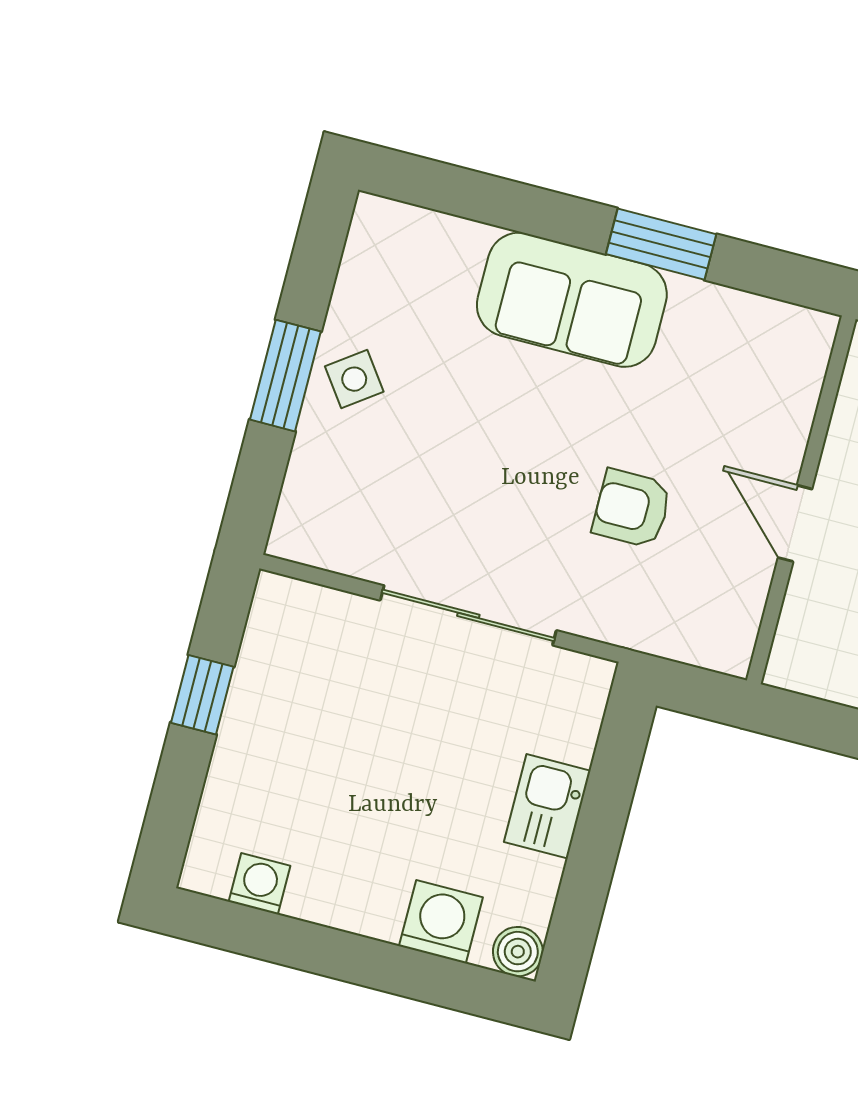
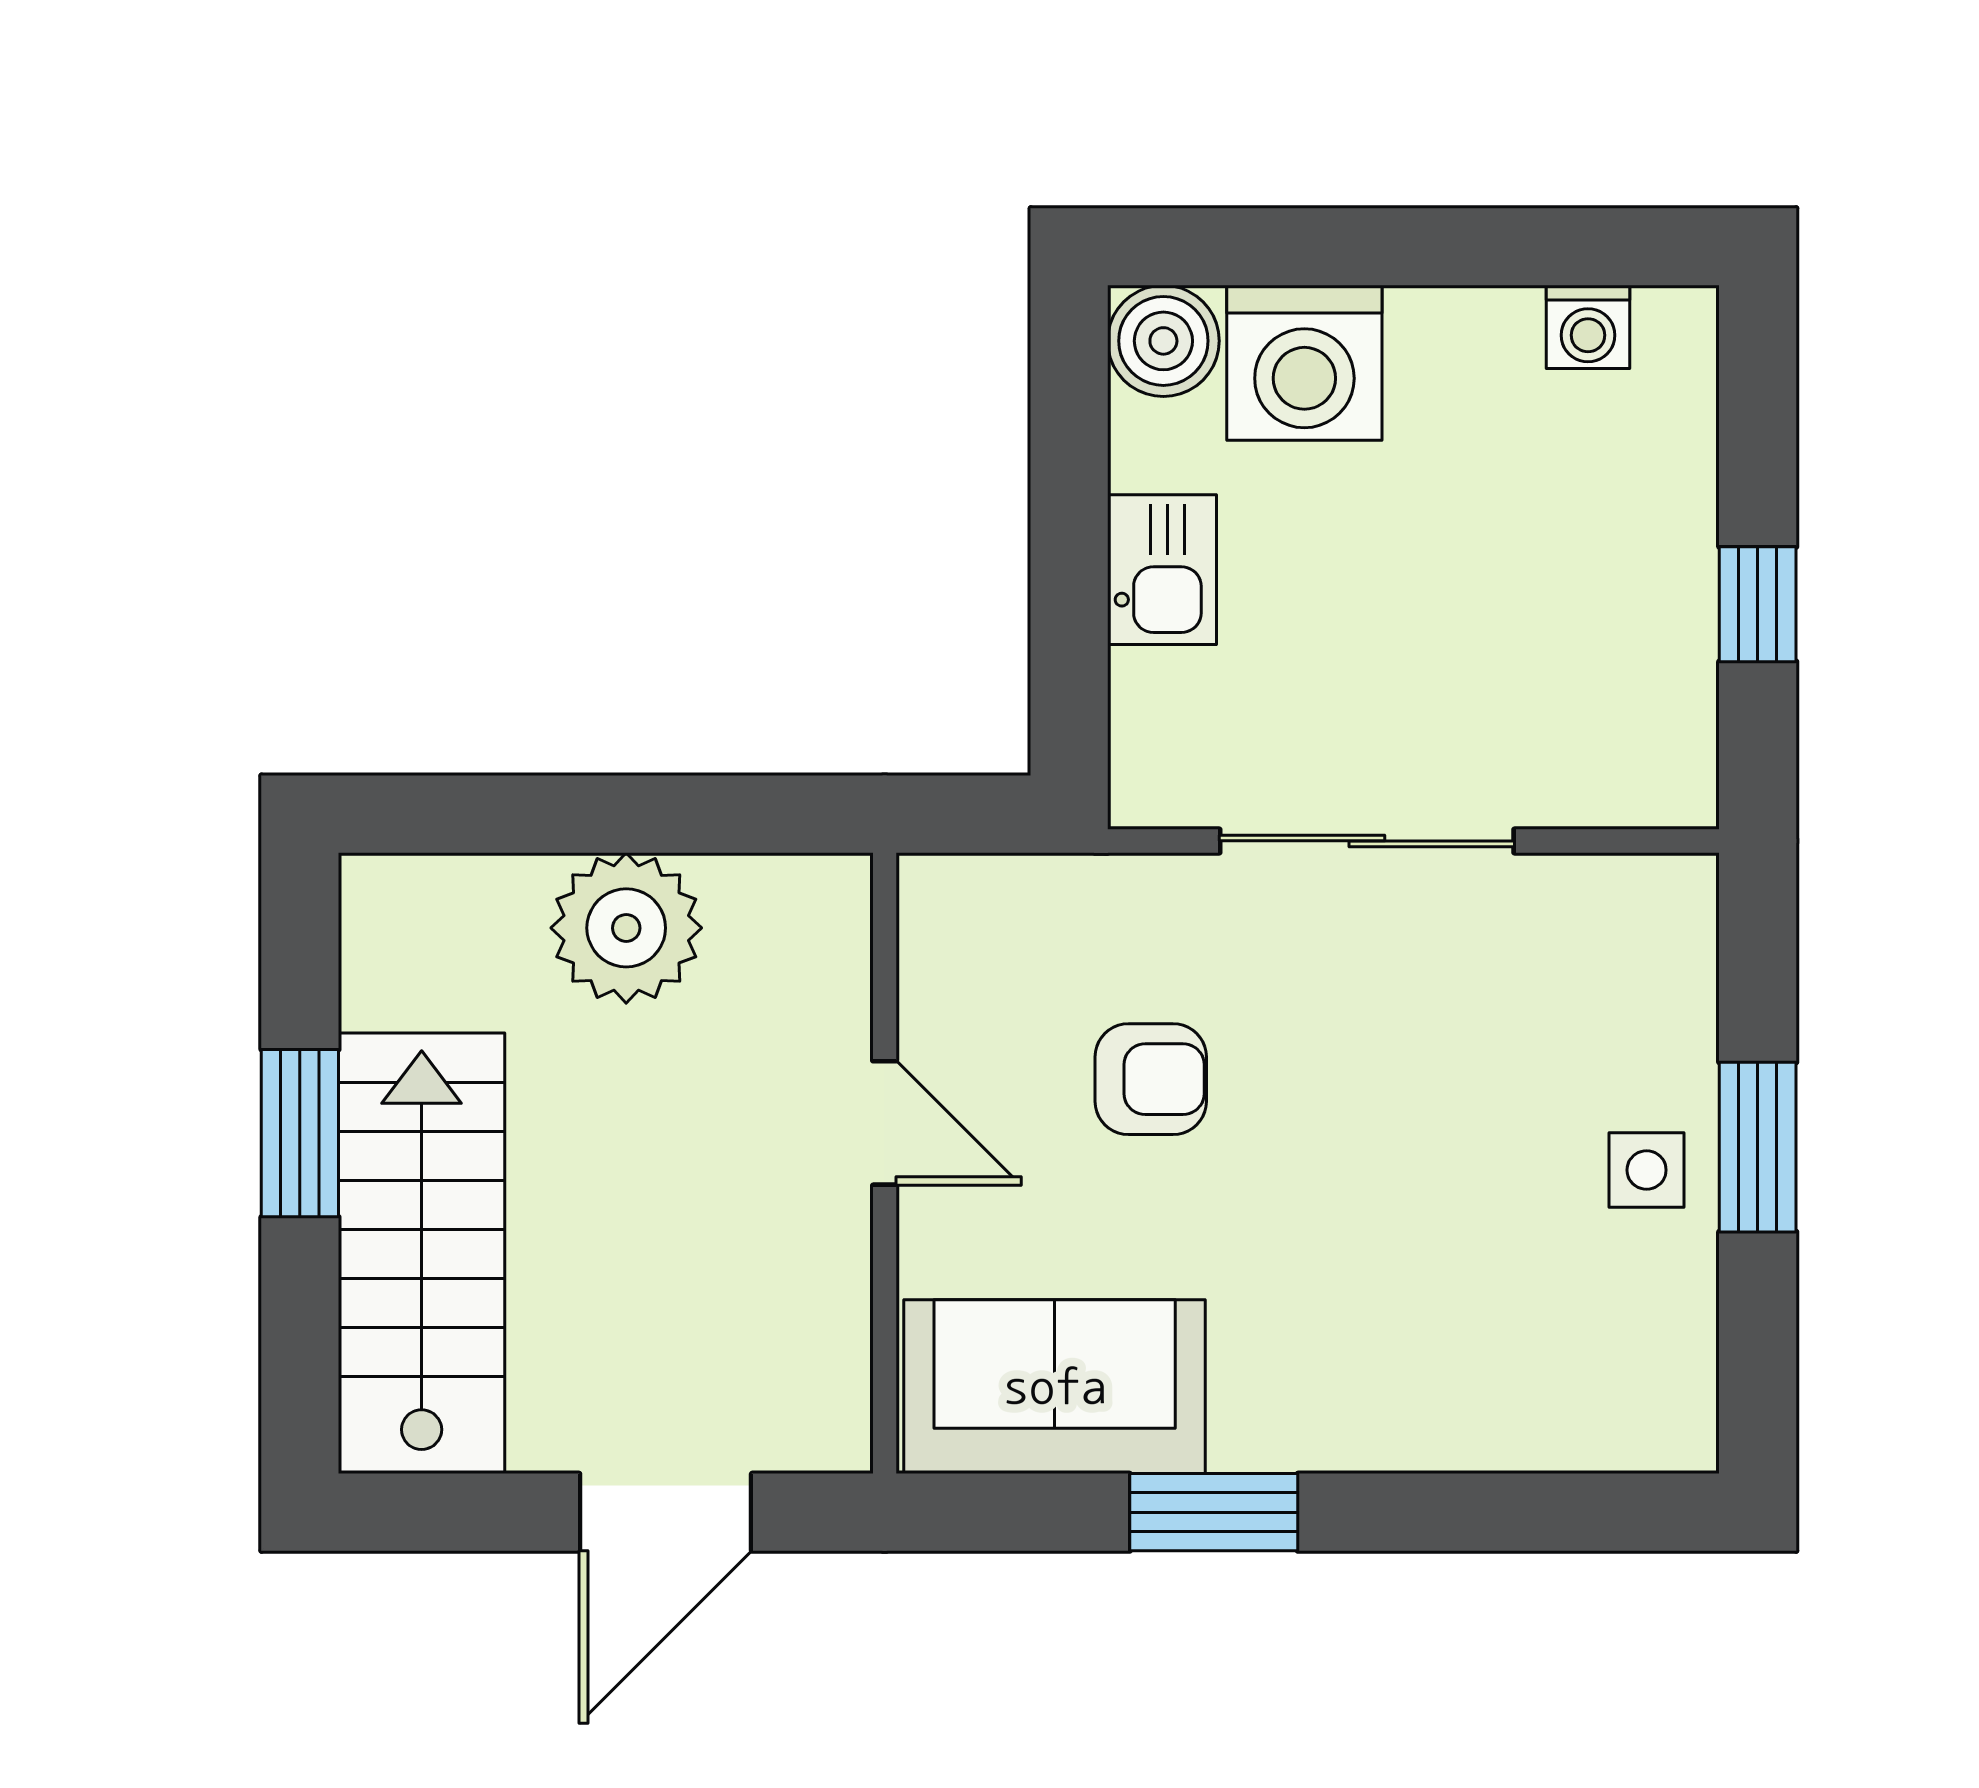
sofa: (572, 300) -> (1055, 1387), moved
side table: (354, 379) -> (1647, 1170), turned 36
washing machine: (441, 922) -> (1304, 363), width x1.37, depth x1.37
boiler: (518, 952) -> (1163, 341), width x1.36, depth x1.36

